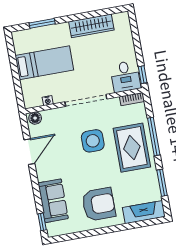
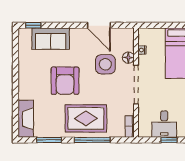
window: (143, 75) -> (169, 140), moved
desk: (125, 76) -> (164, 124), moved, turned -90
floor lamp: (35, 118) -> (128, 58), moved
side table: (93, 141) -> (105, 64), moved
armchair: (99, 204) -> (65, 81), moved

